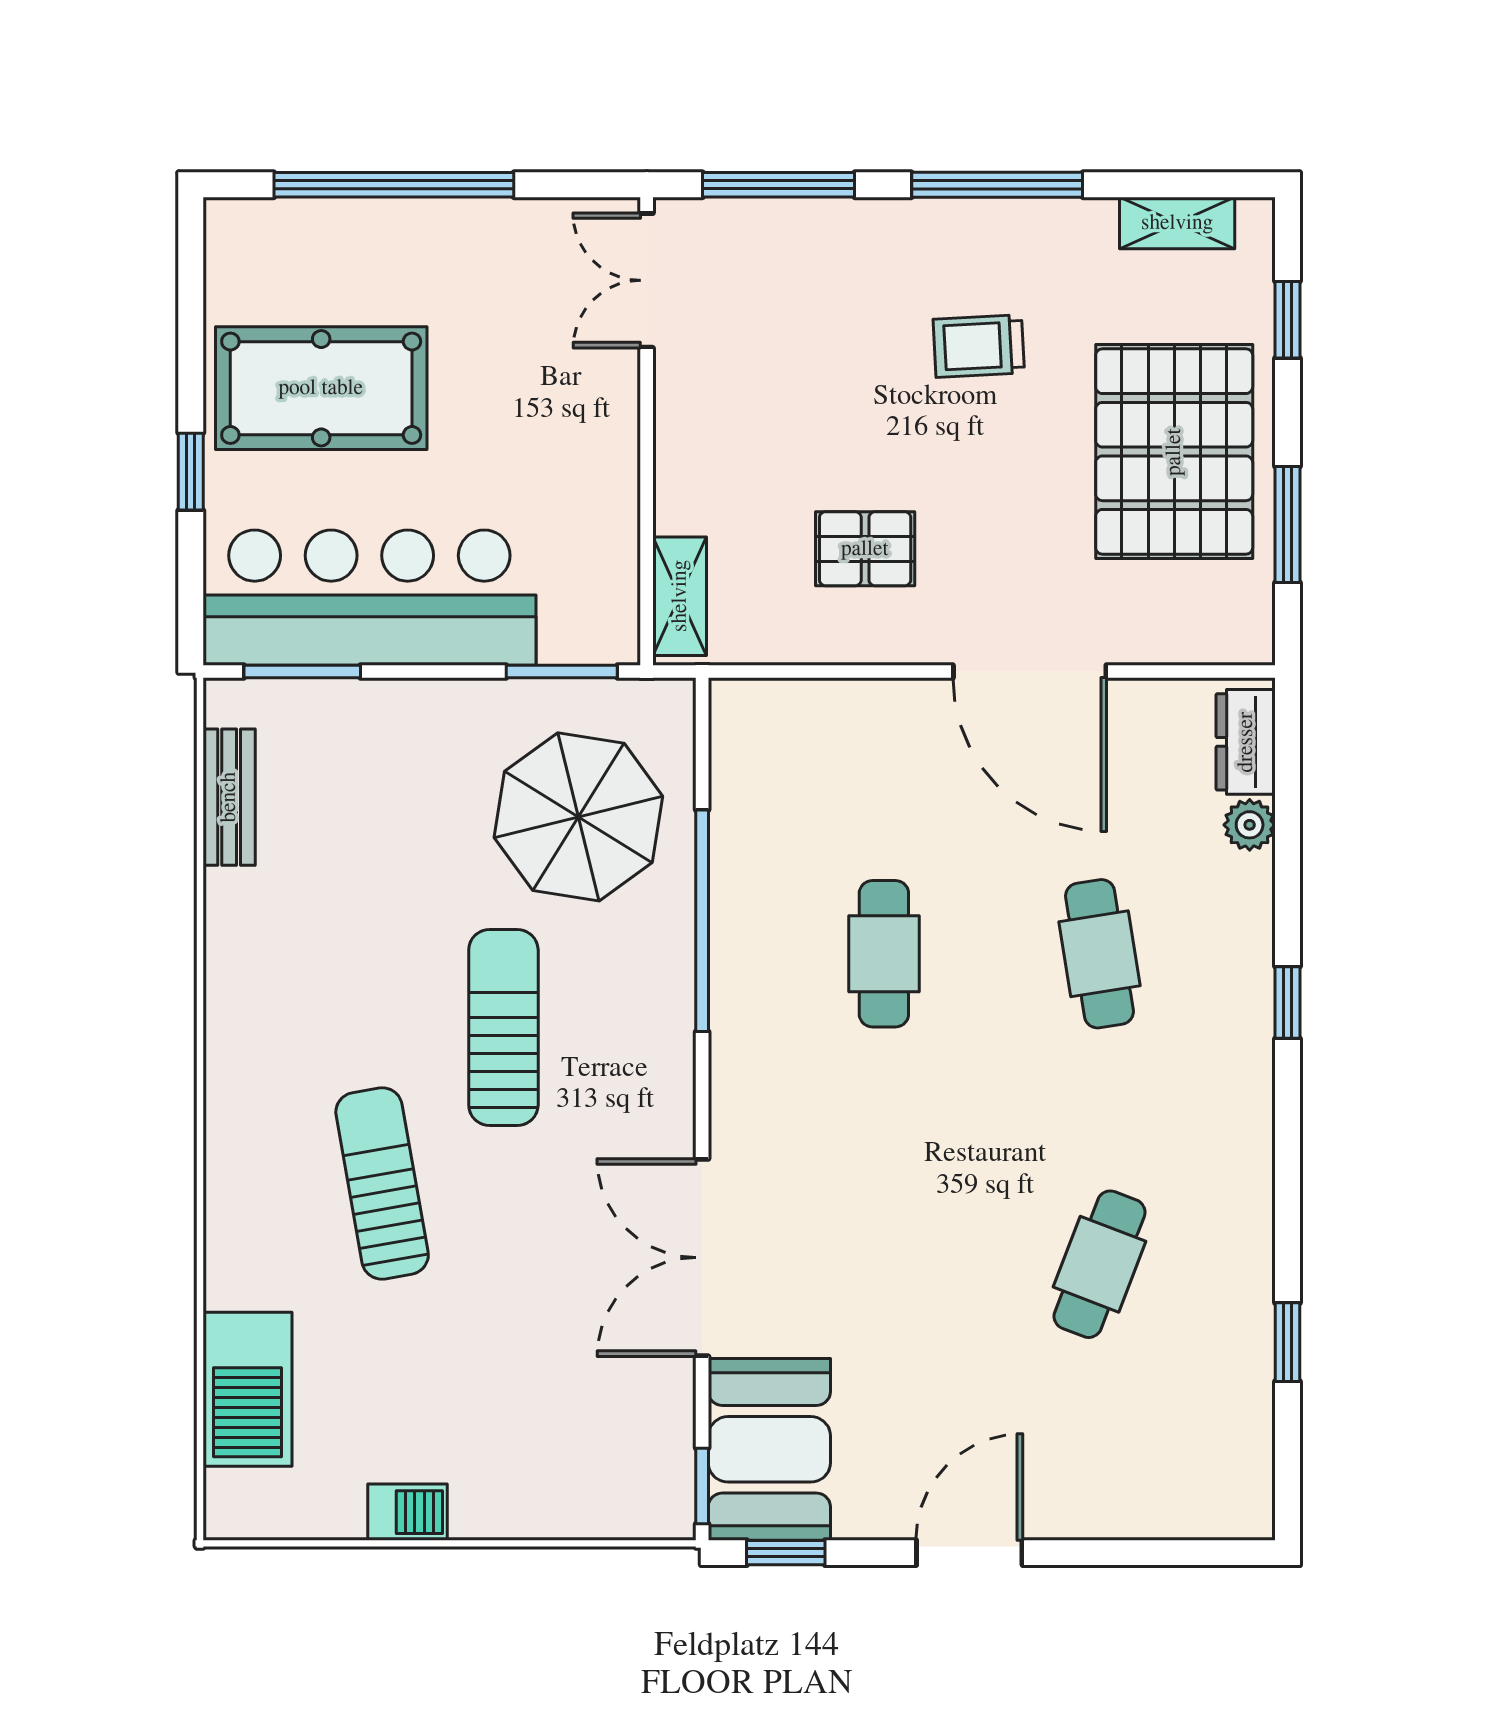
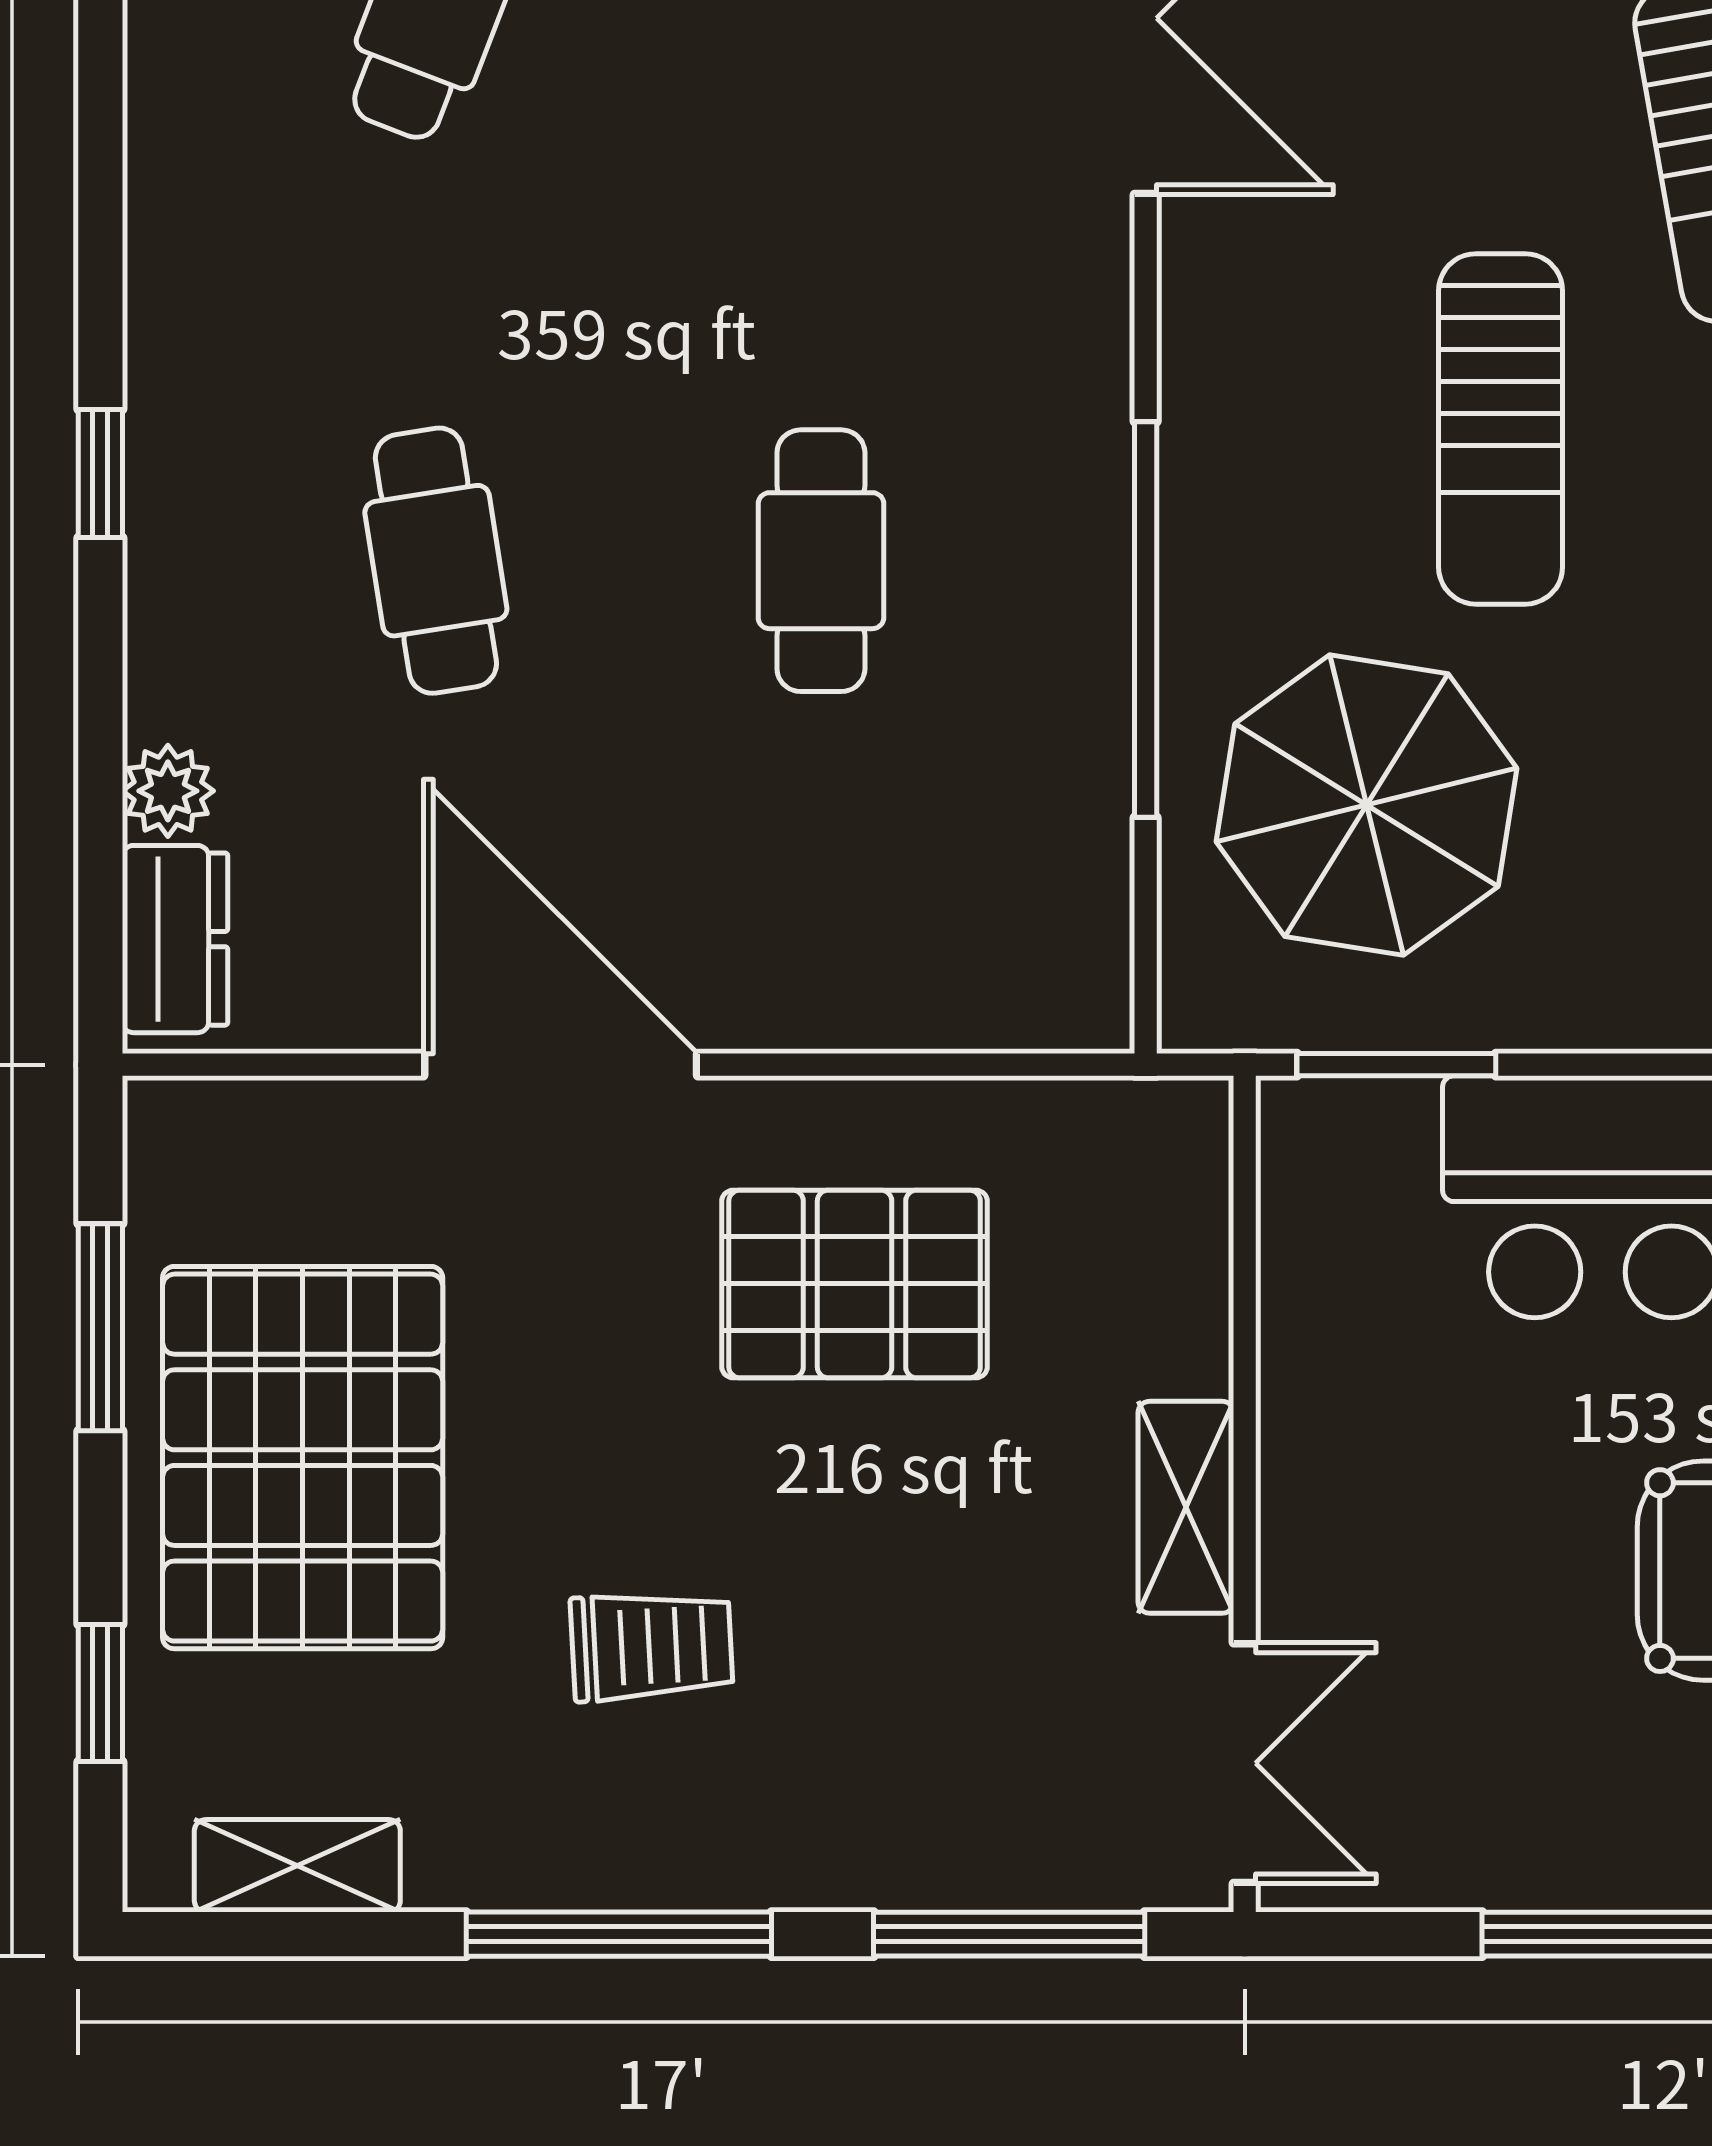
pallet: (865, 549) -> (855, 1284), width x1.50, depth x1.42
shelving: (680, 596) -> (1186, 1507), moved

